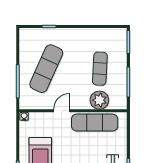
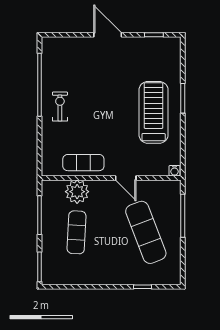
exercise mat: (46, 69) -> (146, 232), turned -45
door: (62, 111) -> (126, 178), hinge flipped
exercise mat: (95, 123) -> (83, 163), width x0.73, depth x0.69

